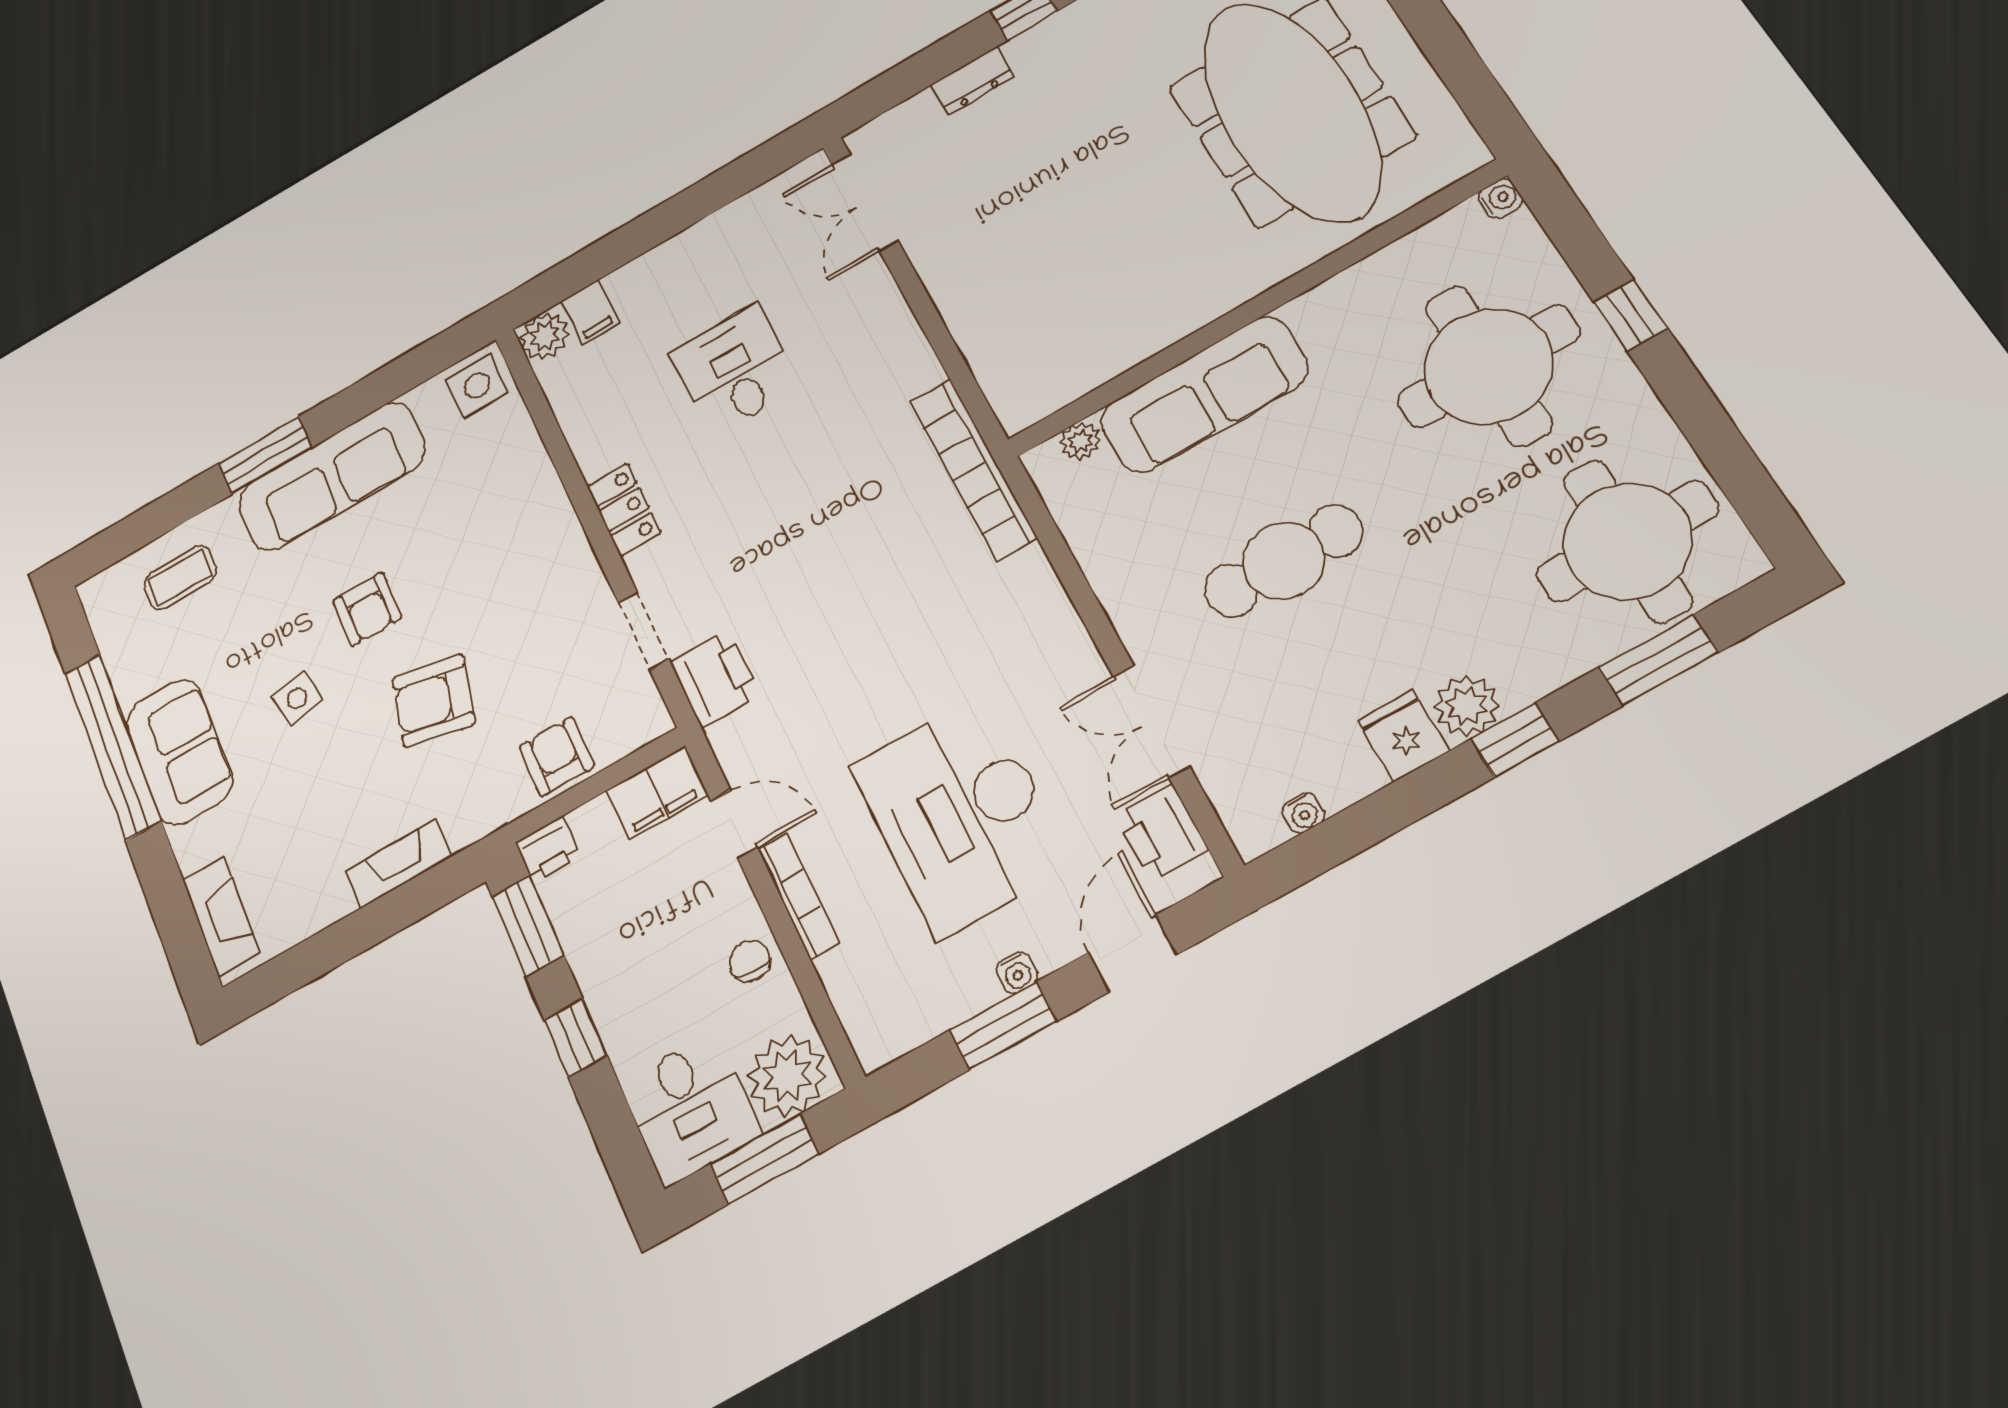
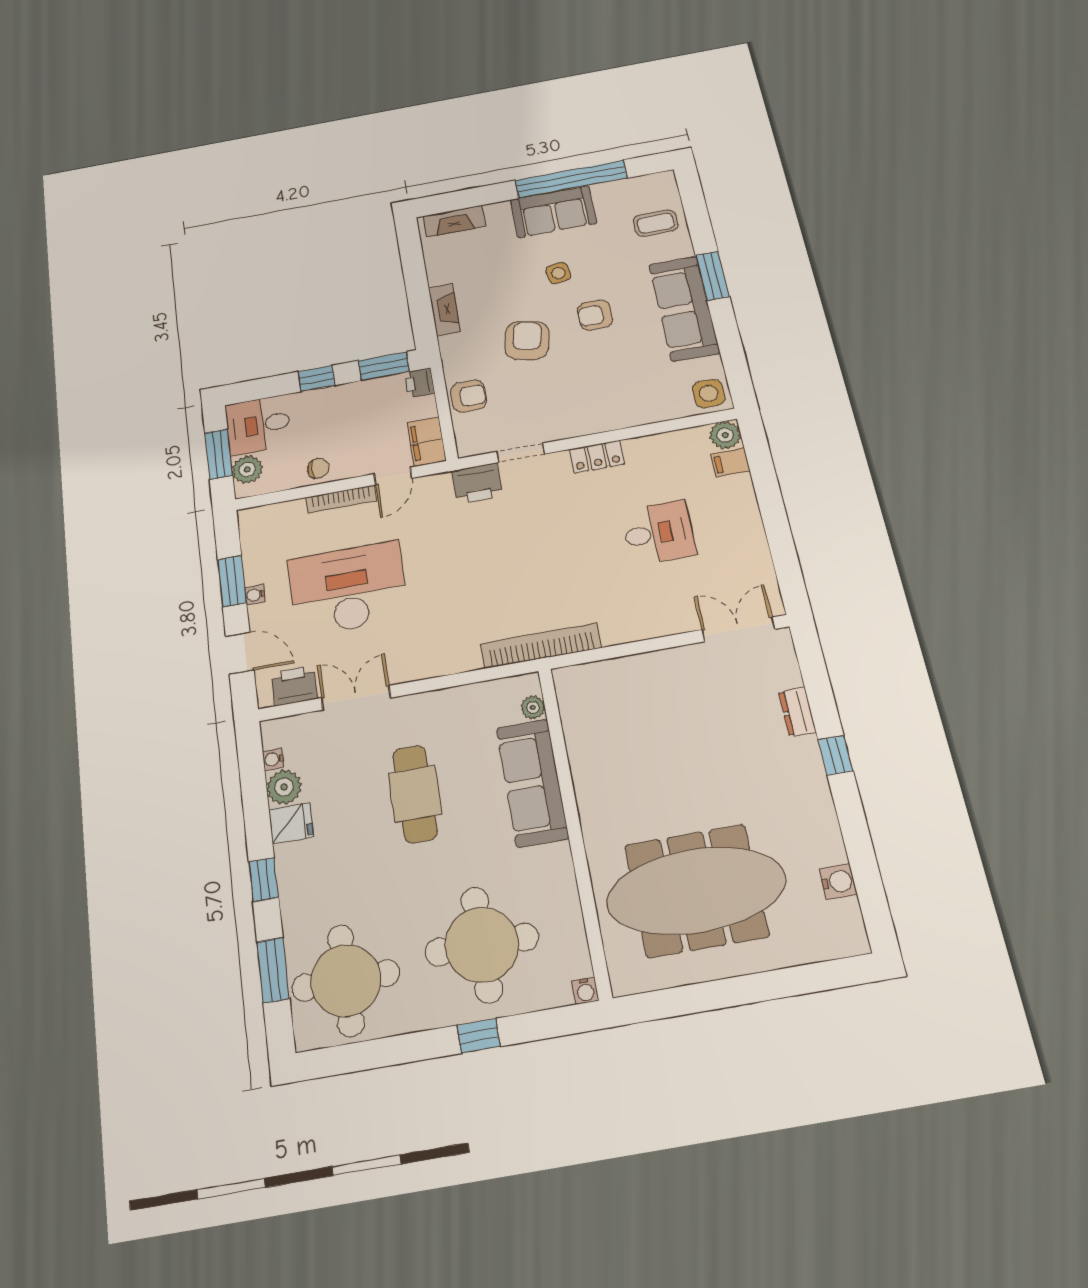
coffee table: (180, 577) -> (656, 223), turned 90
plant: (1466, 706) -> (284, 787), moved
plant: (787, 1076) -> (247, 469), width x0.73, depth x0.73

